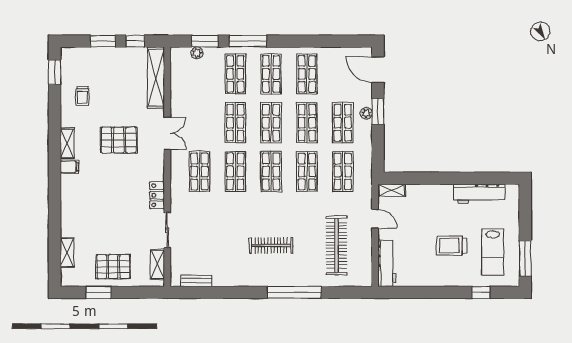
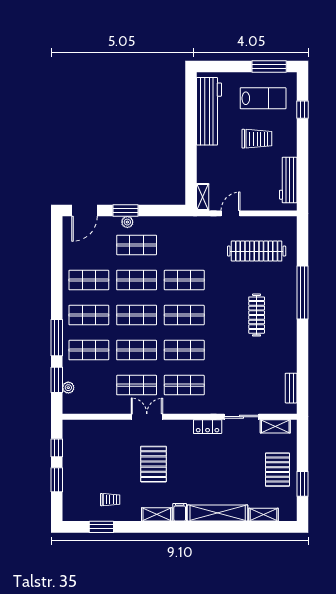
window: (55, 72) -> (101, 527), moved
shelving: (156, 78) -> (218, 513), moved
shop shelf: (343, 171) -> (137, 385), moved
workbench: (479, 194) -> (209, 111), width x1.36, depth x1.32
trolley: (451, 246) -> (257, 139), turned -90
workbench: (387, 263) -> (288, 180), moved, turned -90

